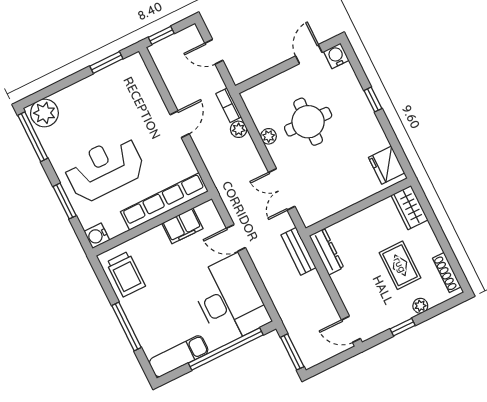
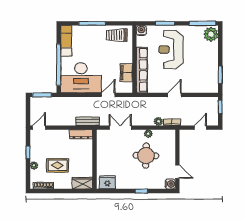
door: (180, 124) -> (174, 95), swing flipped
reception desk: (105, 169) -> (171, 50), turned 180

